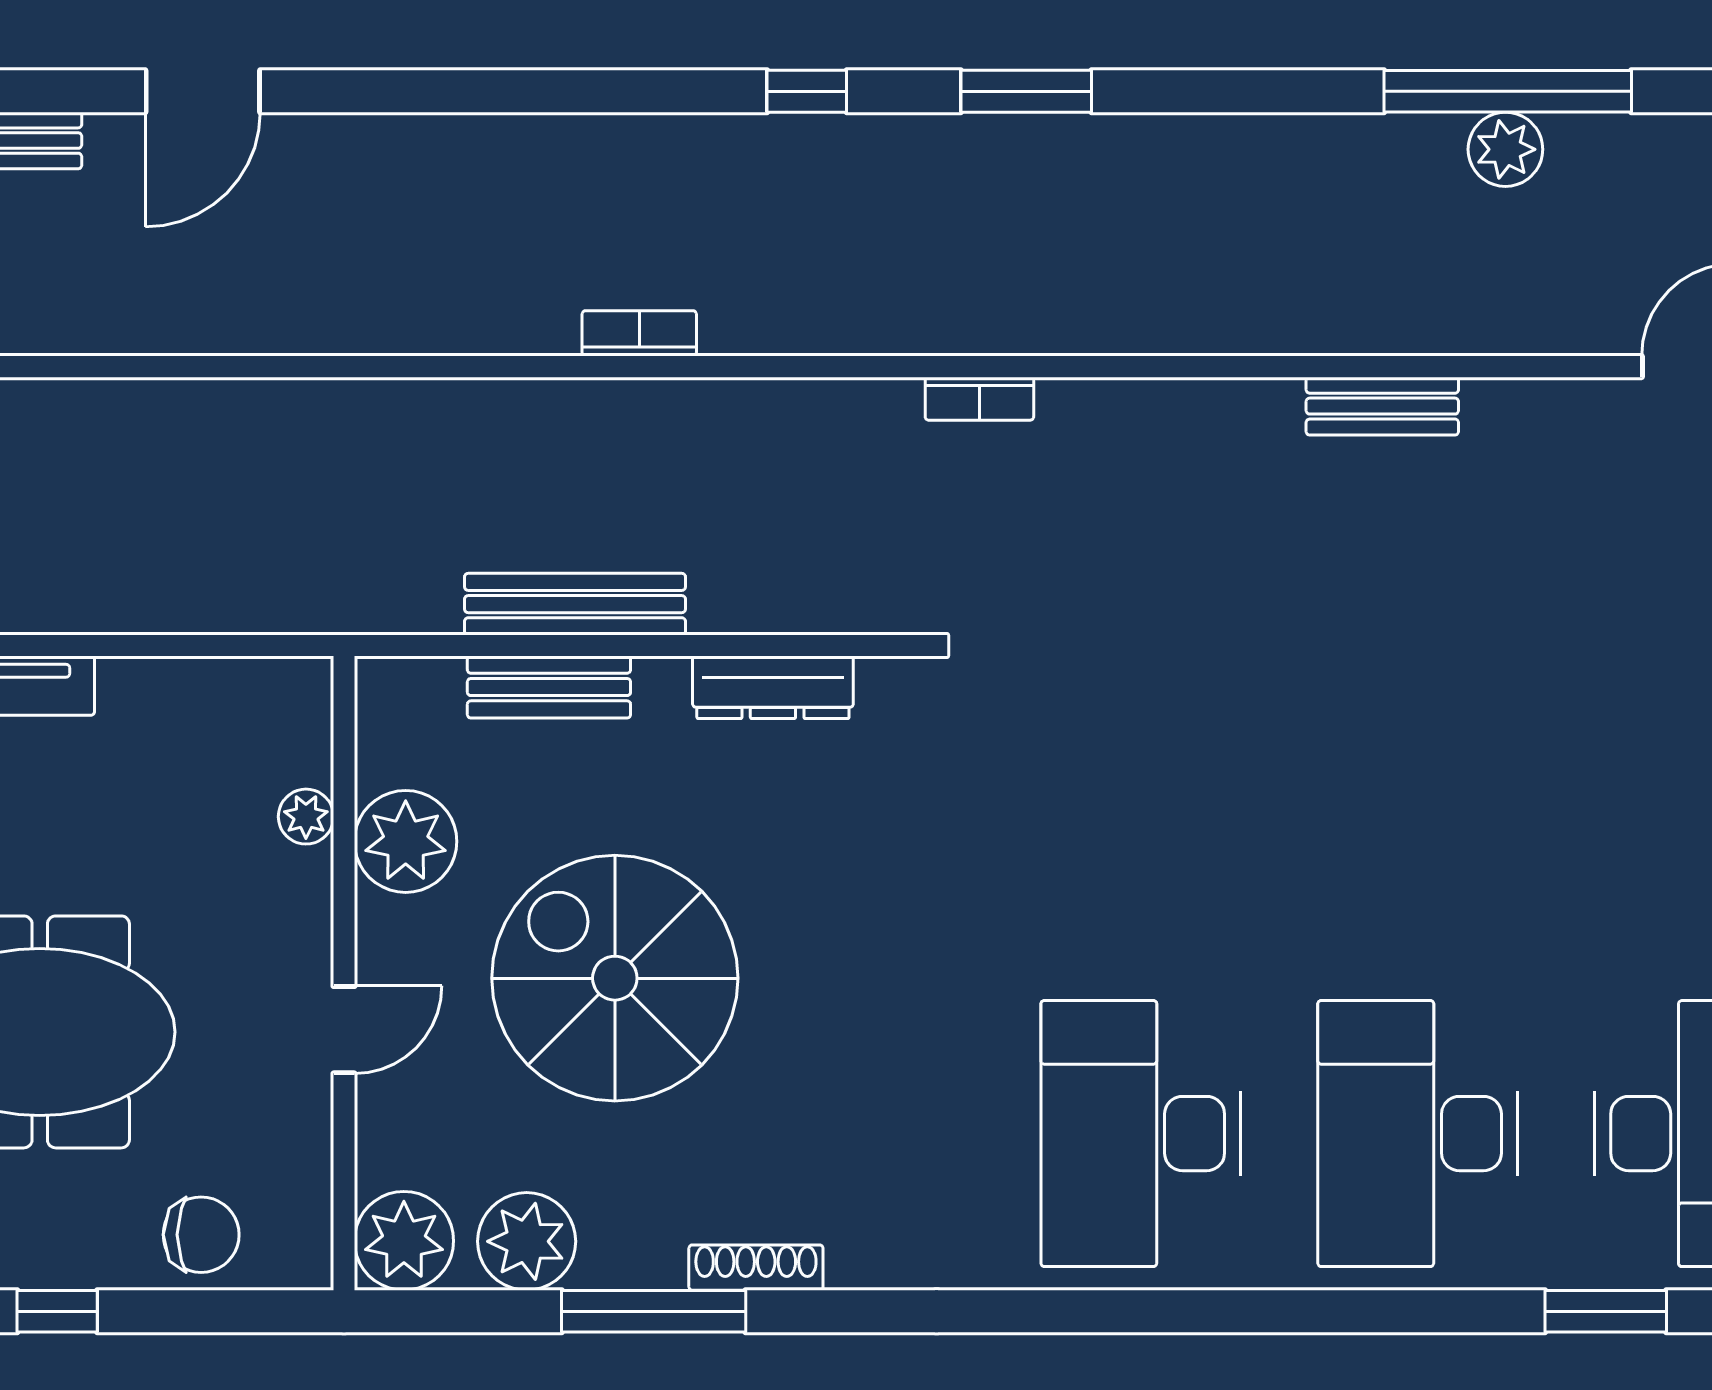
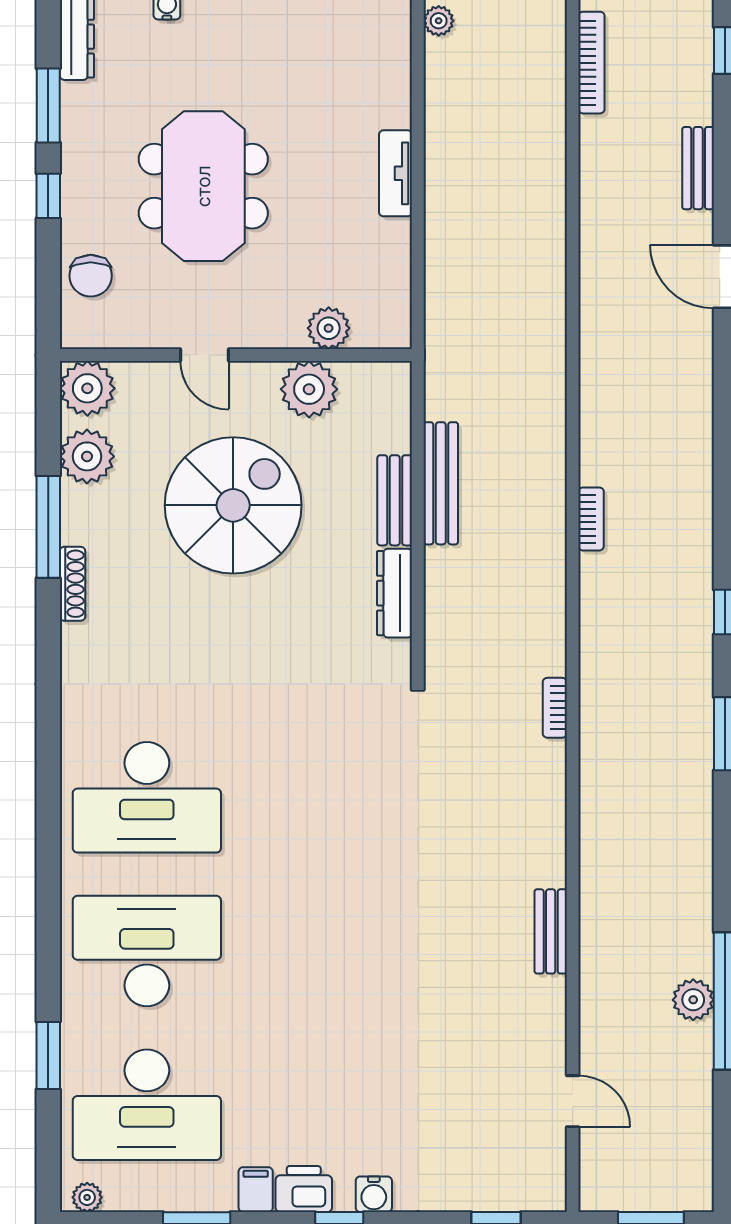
bench: (549, 687) -> (395, 500), moved
plant: (306, 817) -> (329, 328), width x1.38, depth x1.38
desk: (1141, 1134) -> (147, 797), turned 180

